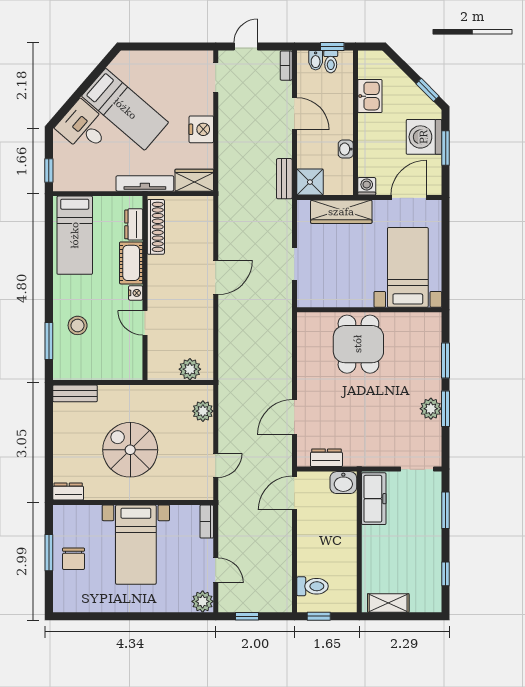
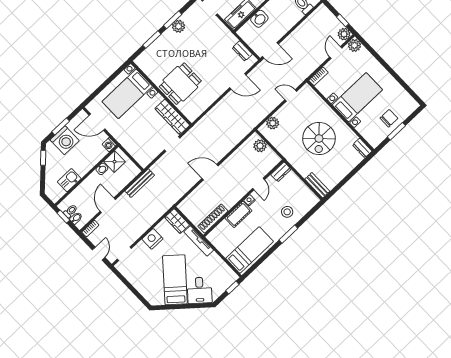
door: (246, 46) -> (99, 254), swing flipped
bench: (284, 179) -> (140, 183), width x1.36
shower: (310, 182) -> (114, 162), moved
wardrobe: (341, 212) -> (172, 117), moved, turned 180
dresser: (134, 224) -> (281, 172), moved
window: (49, 341) -> (288, 234), moved
washbasin: (343, 483) -> (259, 19), moved, turned 90
plant: (228, 602) -> (344, 34), added

